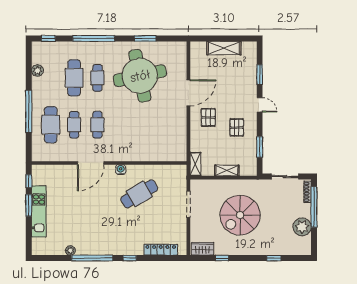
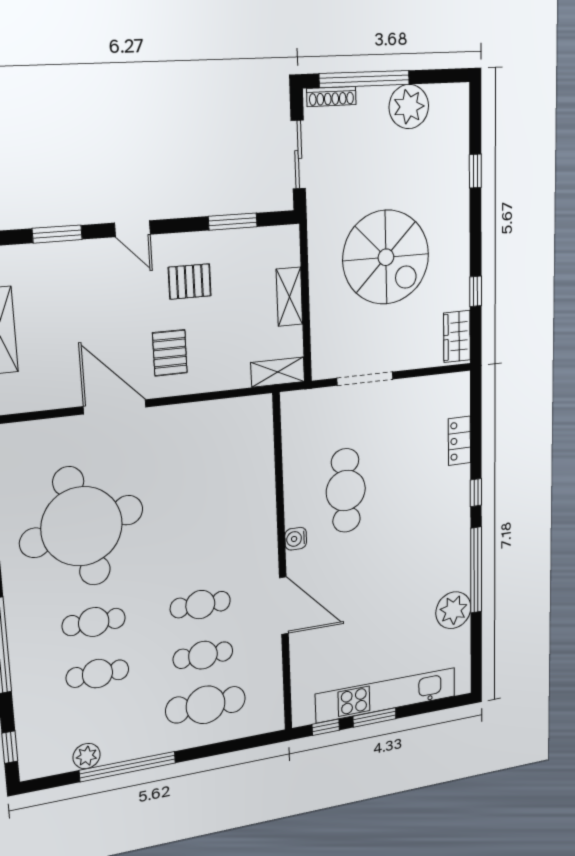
cafe table: (74, 78) -> (97, 674), width x0.73, depth x0.74
door: (260, 105) -> (132, 229), swing flipped
window: (29, 111) -> (128, 767), moved
pallet: (208, 117) -> (170, 353), turned 90
cafe table: (139, 194) -> (346, 491), turned 31
kitchen unit: (39, 211) -> (386, 695), width x1.36
plant: (70, 250) -> (453, 610), width x1.87, depth x1.87
locker: (161, 250) -> (459, 441), width x0.66

